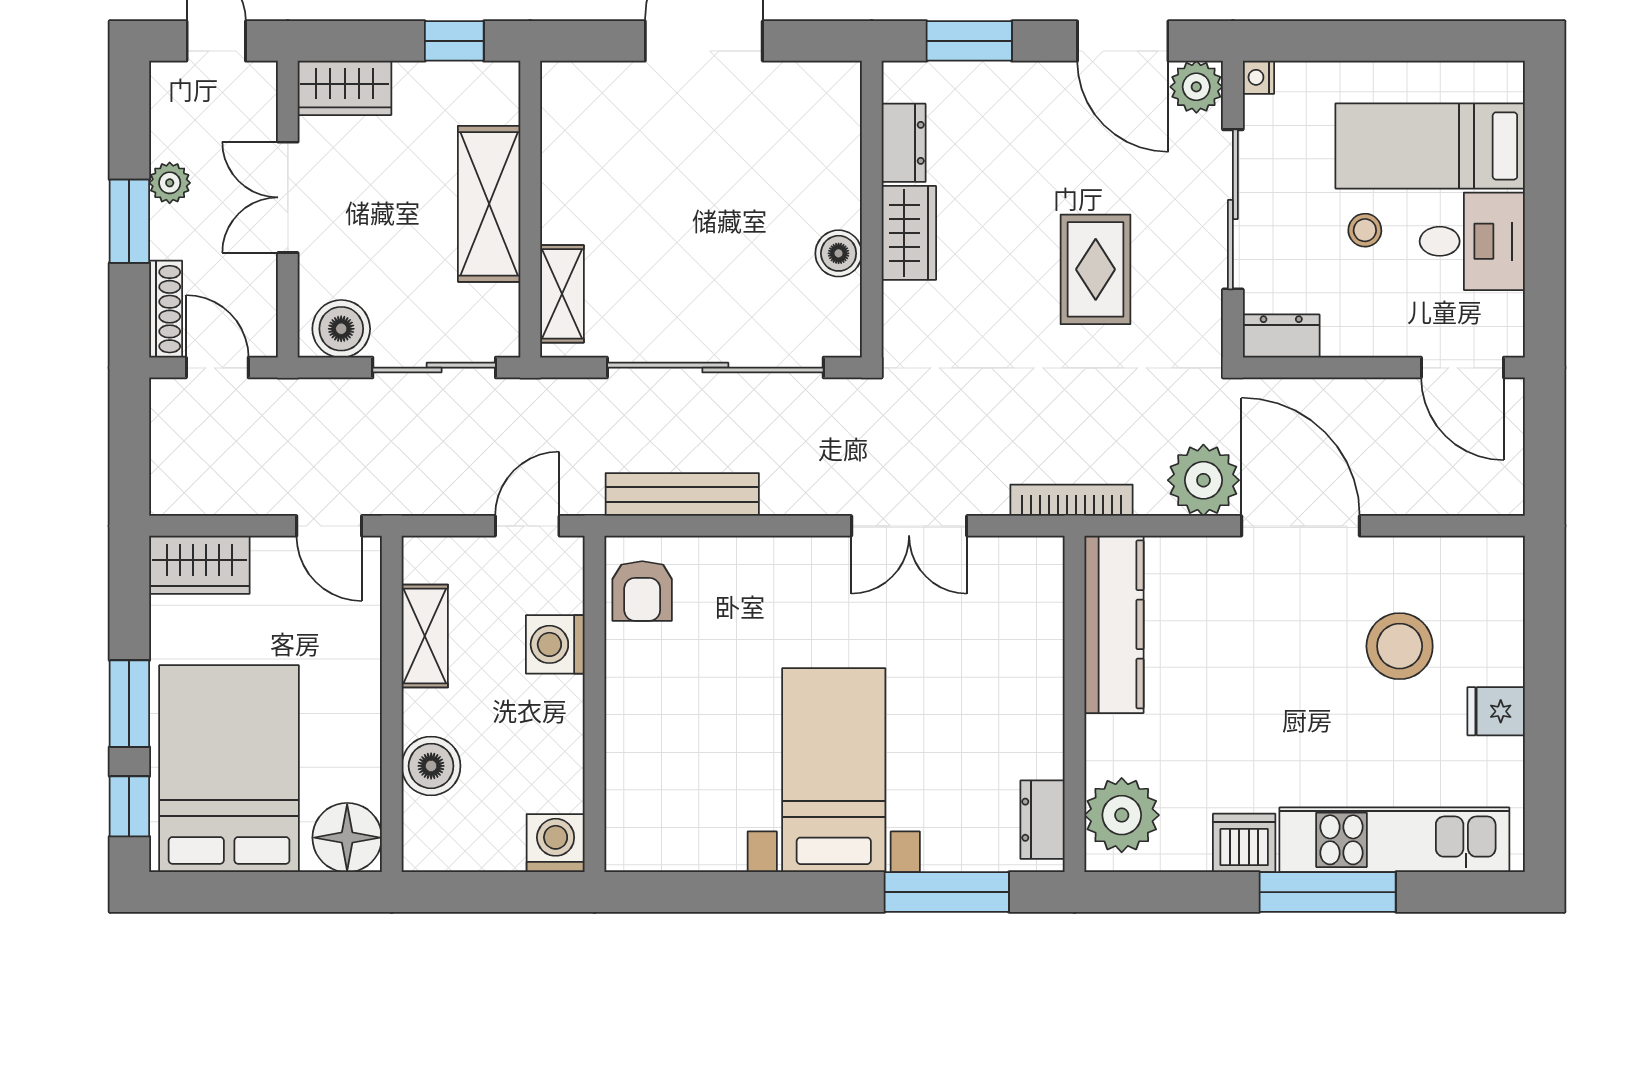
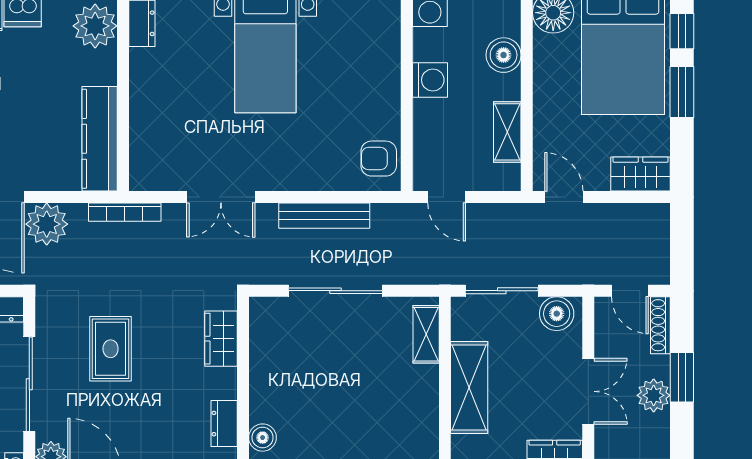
plant: (170, 183) -> (654, 395), width x1.38, depth x1.38
wardrobe: (909, 233) -> (221, 339), moved
boiler: (839, 253) -> (263, 438), moved
sliding door: (715, 368) -> (335, 291), width x0.73
bench: (682, 494) -> (324, 216), moved
door: (527, 526) -> (447, 197), hinge flipped
double door: (909, 526) -> (221, 197), swing flipped
armchair: (642, 591) -> (379, 159), turned -90
washing machine: (555, 644) -> (430, 80), moved

